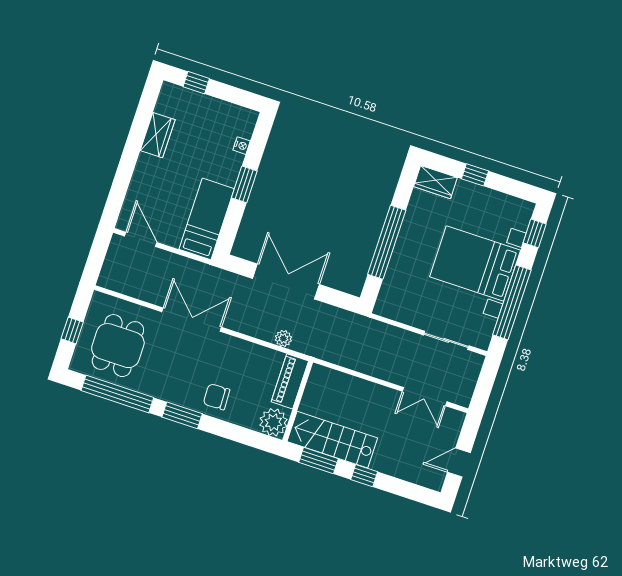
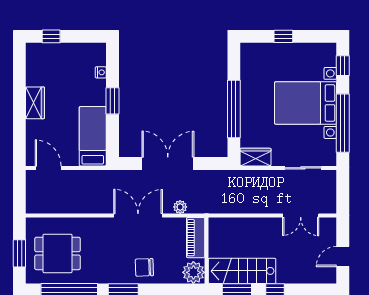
wardrobe: (158, 135) -> (35, 103), moved
wardrobe: (435, 182) -> (256, 157), moved, turned 180
double door: (192, 320) -> (138, 216), moved
window: (72, 330) -> (19, 253), width x1.50
dining table: (118, 346) -> (58, 253), turned 90

